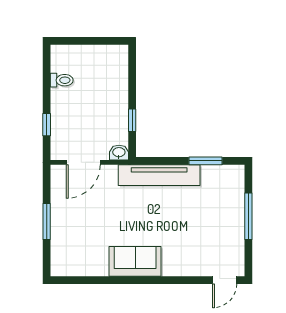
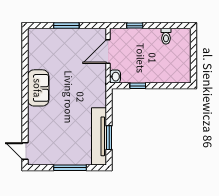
door: (83, 162) -> (108, 51), hinge flipped
tv unit: (159, 175) -> (99, 136), moved

